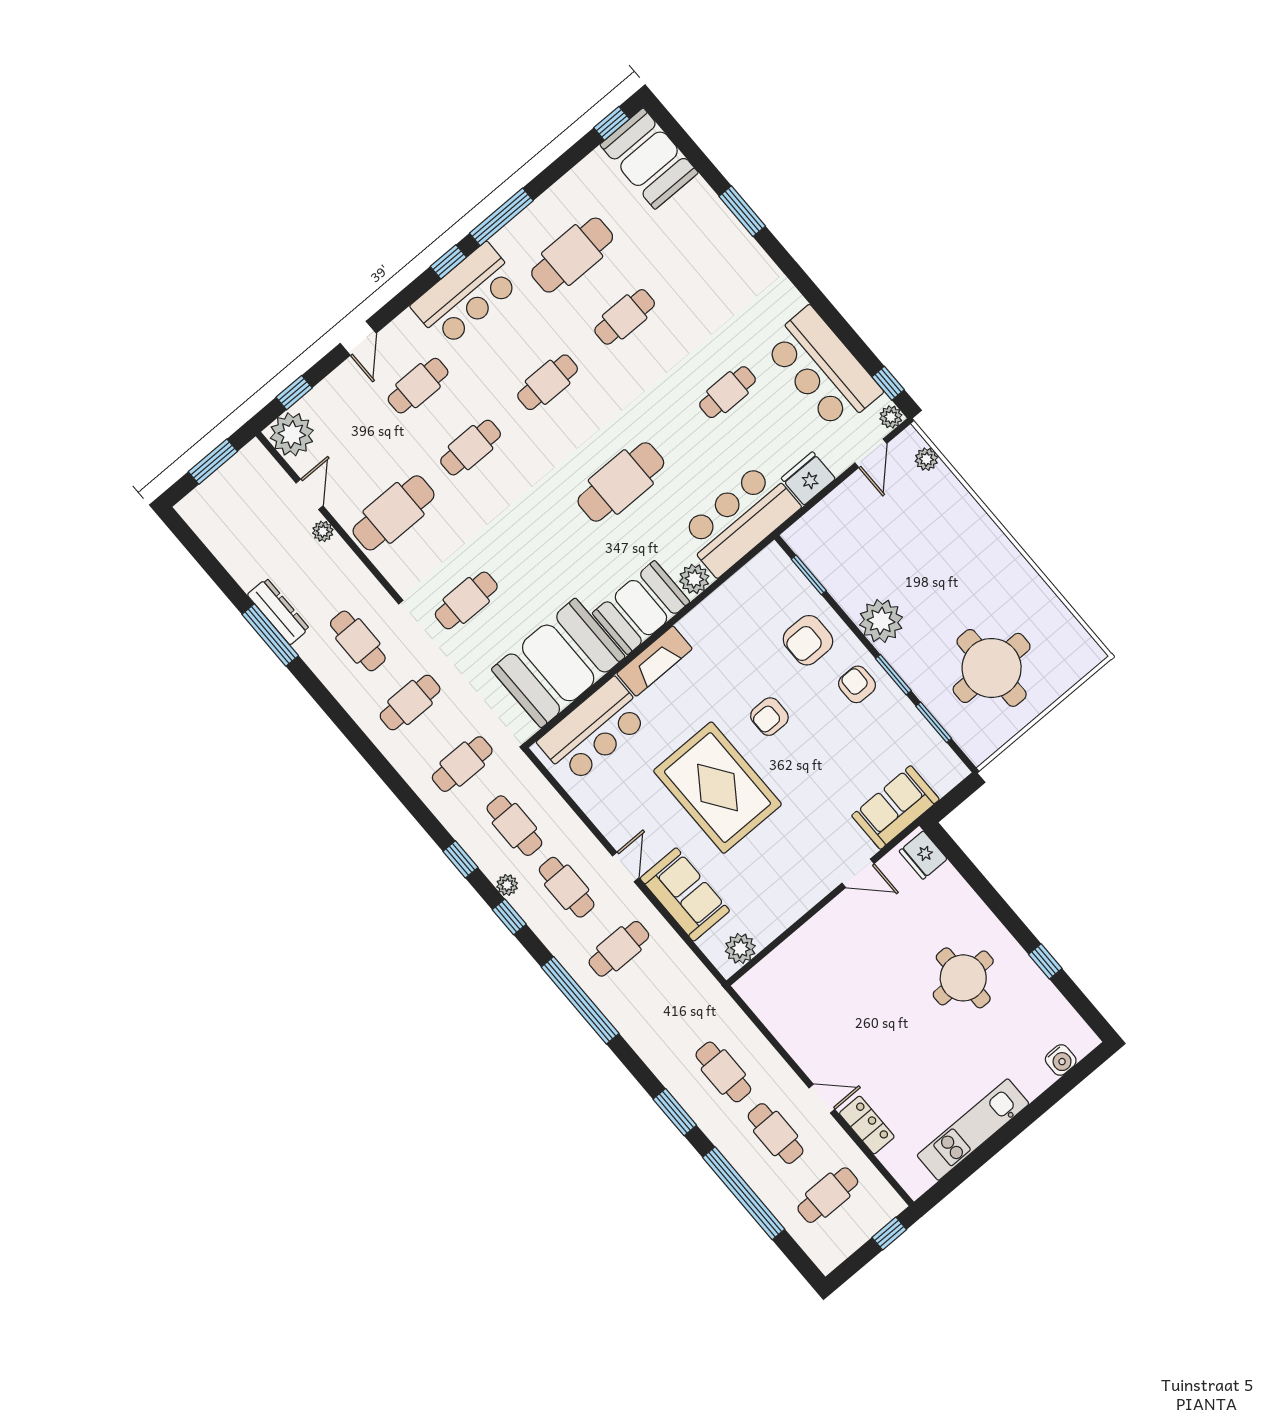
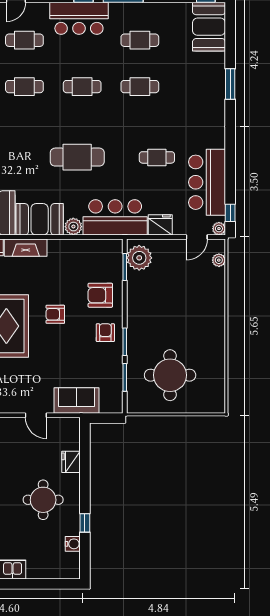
cafe table: (572, 255) -> (140, 40), width x0.73, depth x0.74
plant: (881, 621) -> (139, 258), moved
fridge: (923, 855) -> (71, 462), moved
water cooler: (1061, 1060) -> (73, 544), moved, turned -90

